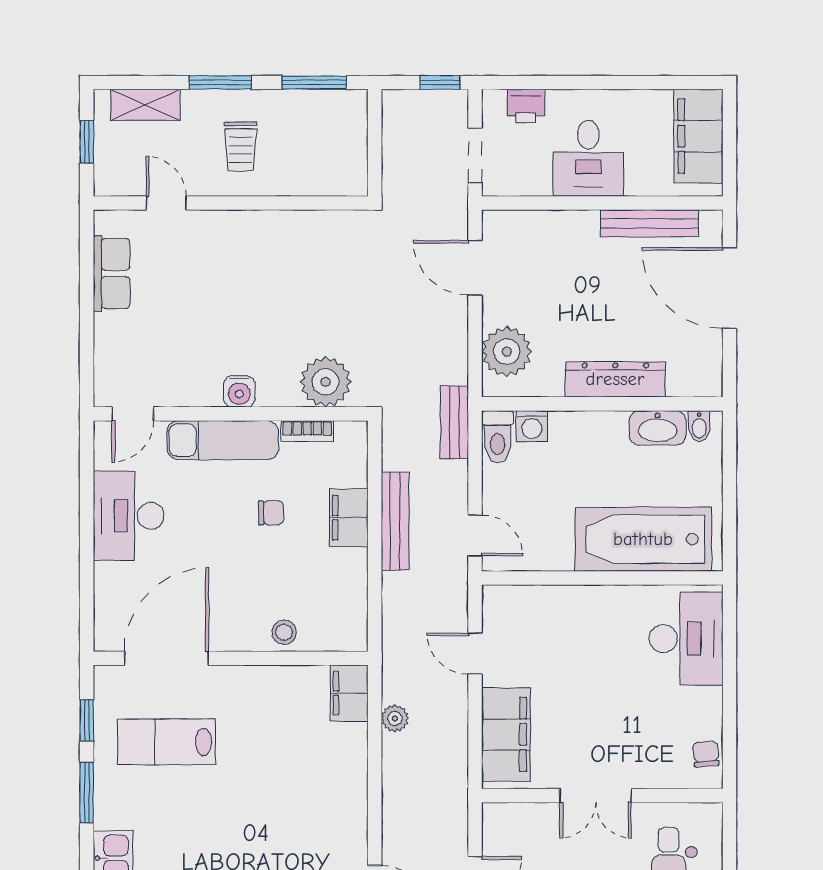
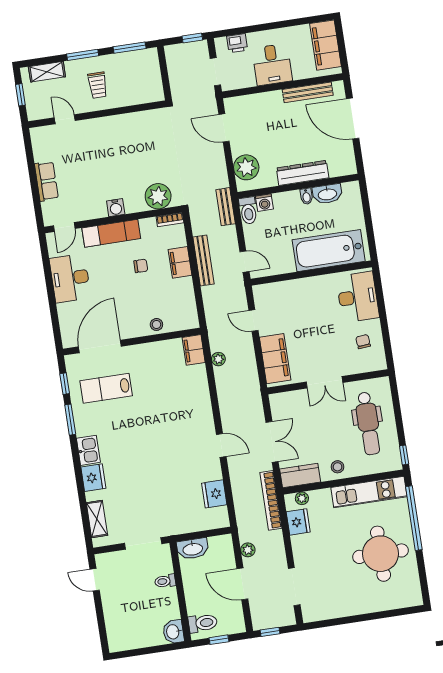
row of seats: (112, 273) -> (46, 181), moved
bidet: (699, 426) -> (306, 196), moved
bookcase: (307, 431) -> (170, 220), moved
chair: (706, 754) -> (363, 342), moved

